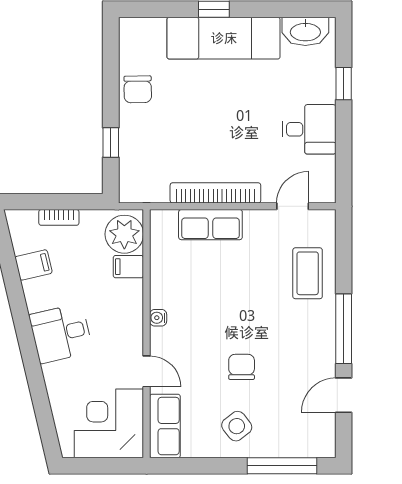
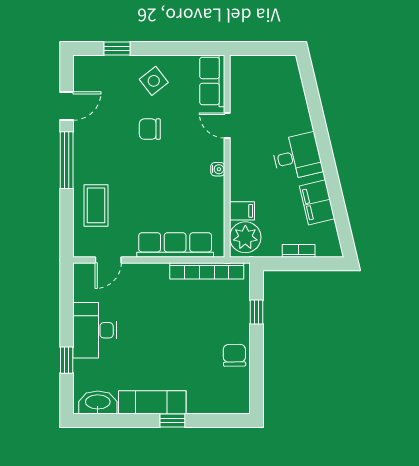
exam couch: (224, 38) -> (152, 402), width x0.73, depth x0.69
desk: (309, 129) -> (95, 330), width x1.37
bookcase: (215, 193) -> (207, 271), moved
row of seats: (210, 225) -> (175, 245), width x1.48
filing cabinet: (34, 265) -> (317, 202), width x2.00
chair: (242, 367) -> (150, 129), turned 90
corner desk: (109, 423) -> (258, 83), removed
window: (282, 466) -> (117, 49), width x0.46

